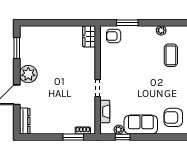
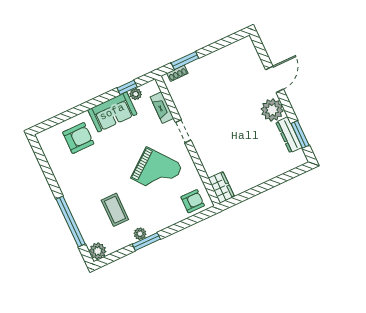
window: (127, 23) -> (146, 242), moved
grand piano: (129, 68) -> (157, 172), added
dresser: (25, 121) -> (289, 135), moved

